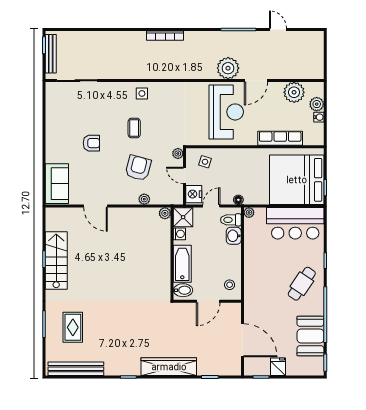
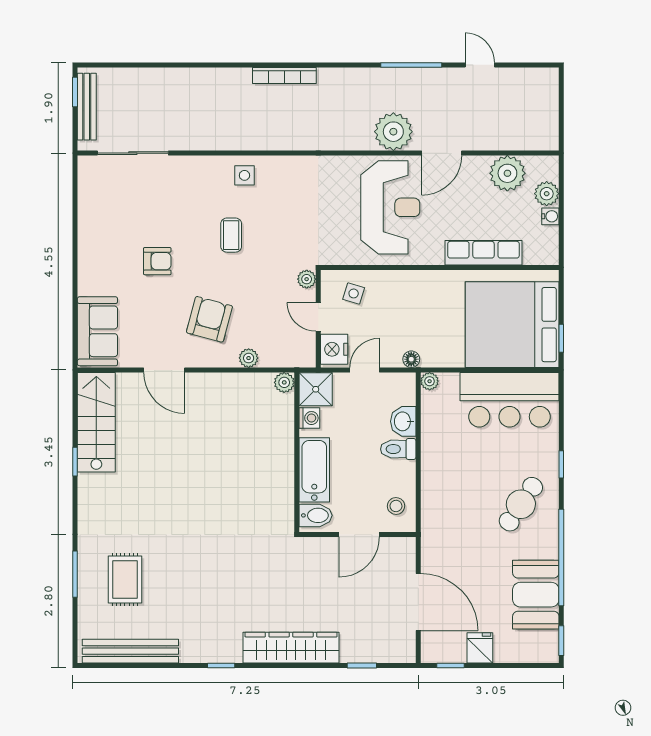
armchair: (138, 168) -> (209, 319), moved
toilet: (231, 220) -> (398, 449), moved
stairs: (56, 260) -> (96, 422), moved

